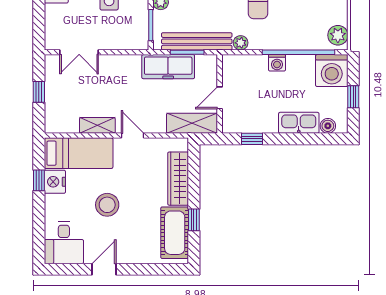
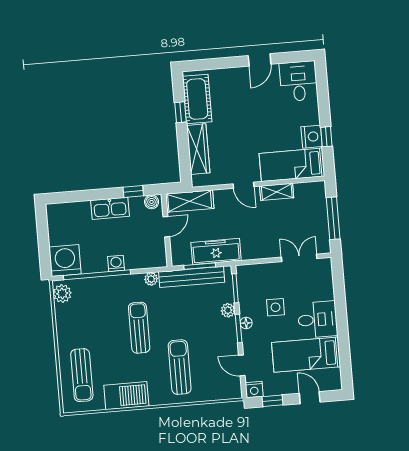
window: (39, 92) -> (333, 218), width x2.17
window: (353, 97) -> (43, 238), removed
kitchen sink: (299, 123) -> (110, 208), moved
boiler: (328, 126) -> (152, 202), moved
stool: (107, 205) -> (262, 119), removed

